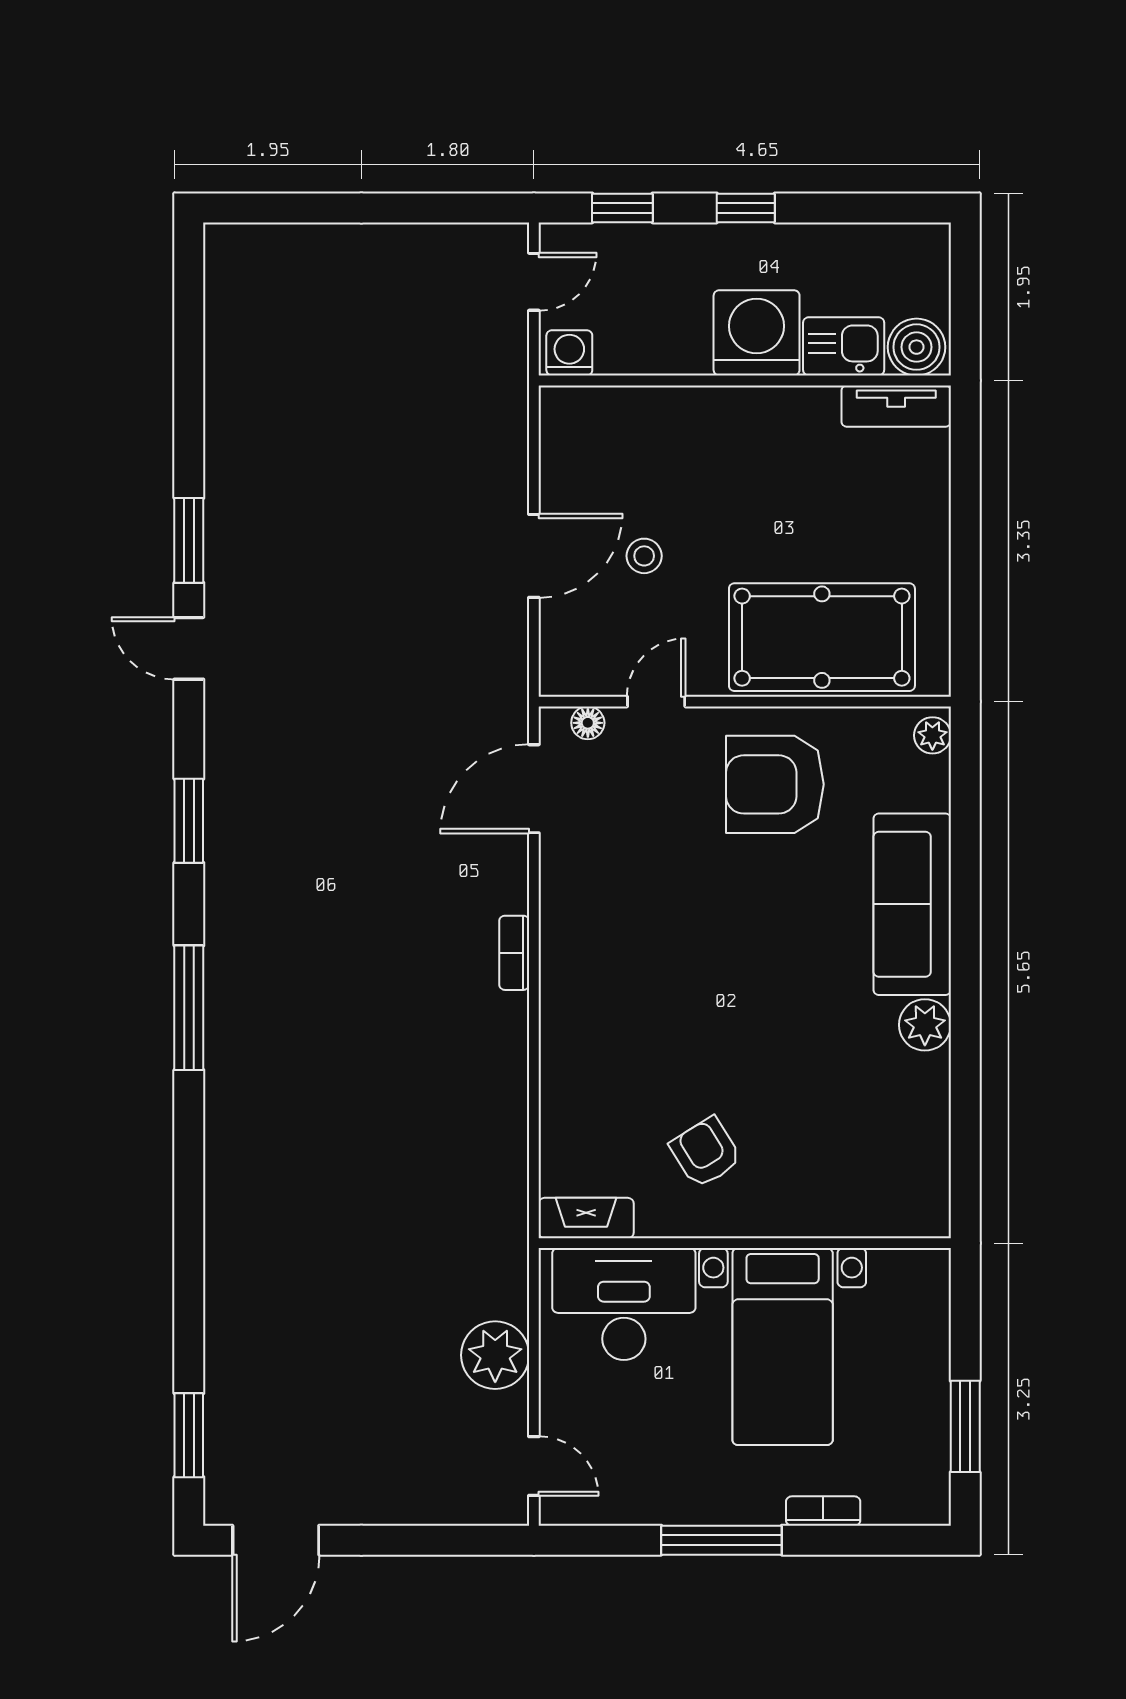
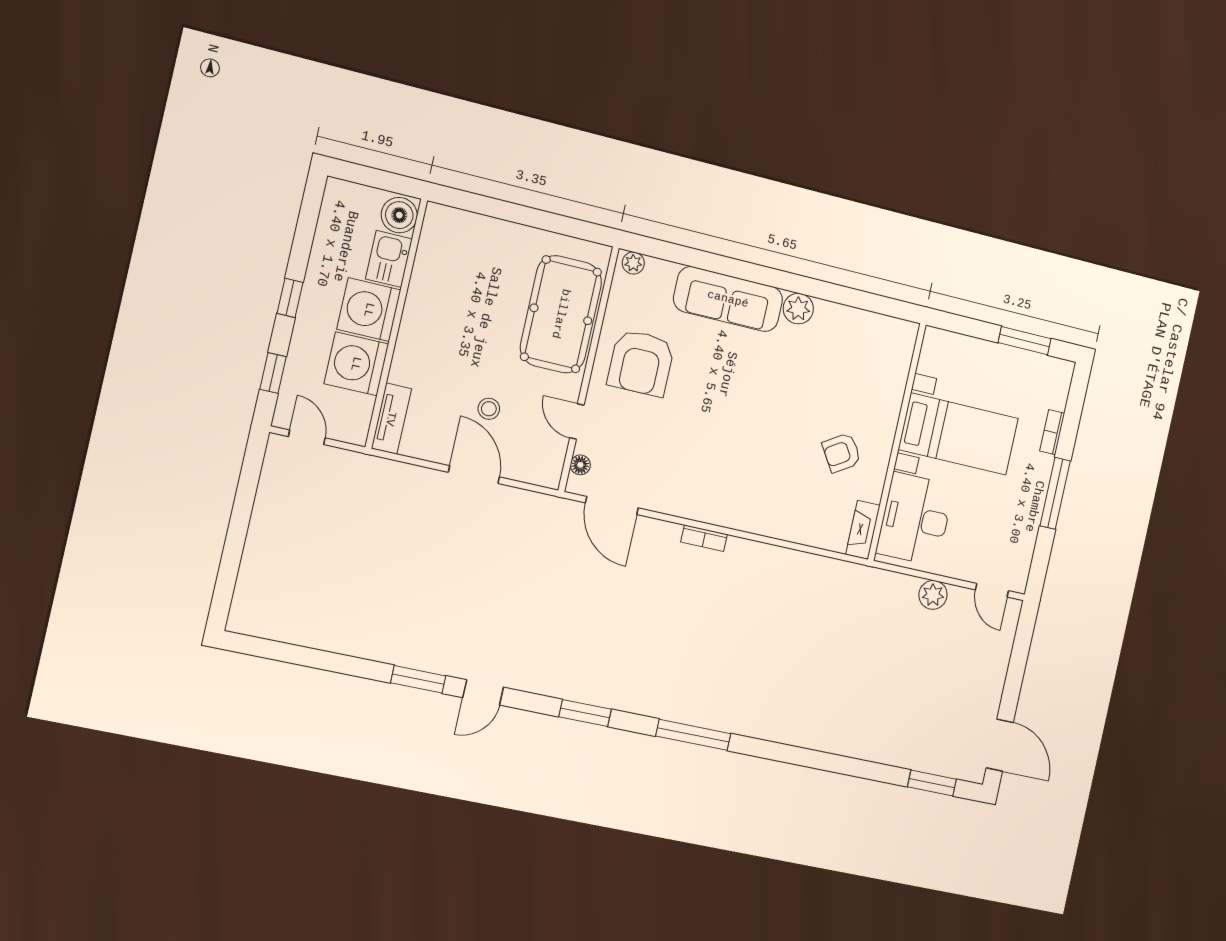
washing machine: (569, 353) -> (356, 364), moved, width x1.89, depth x1.89
tv unit: (896, 406) -> (391, 419), moved
plant: (495, 1355) -> (933, 595), width x0.73, depth x0.73
door: (534, 1466) -> (992, 590), swing flipped

